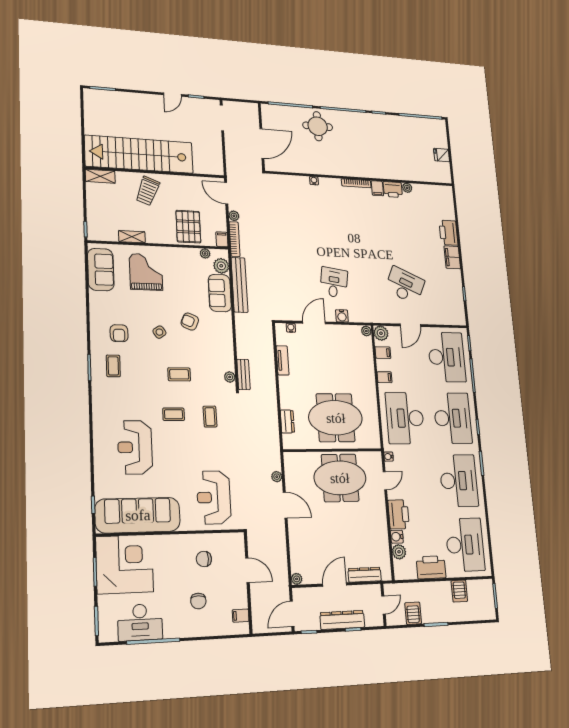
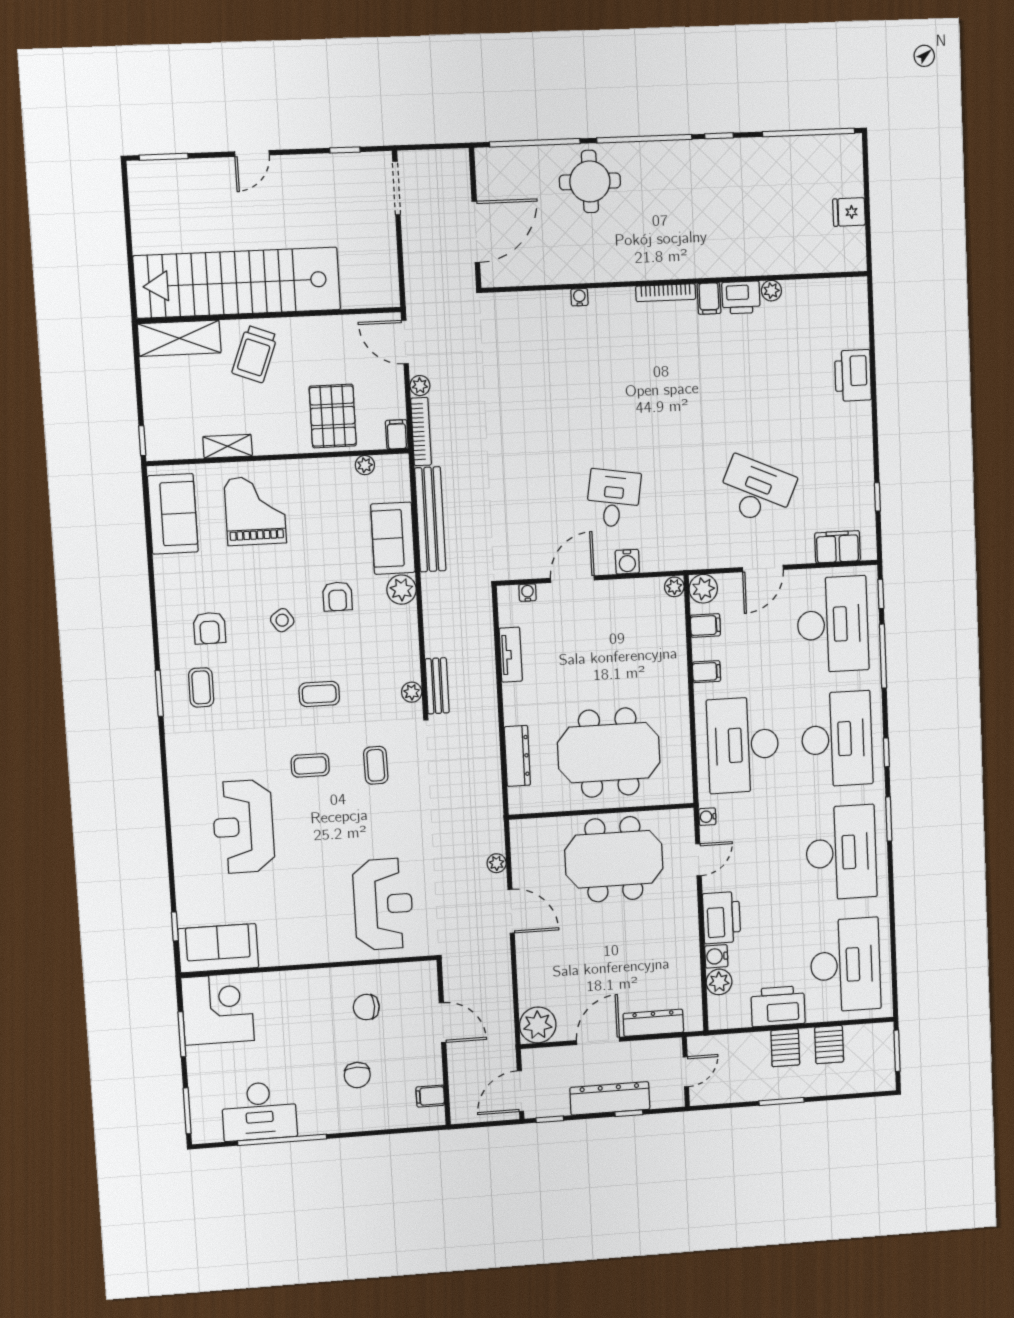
door: (172, 95) -> (252, 153), moved
shelving: (100, 176) -> (179, 338), width x1.50, depth x1.33
filing cabinet: (452, 257) -> (838, 547), moved, turned 90
plant: (221, 266) -> (401, 590), moved
armchair: (190, 322) -> (337, 596), turned -113
dresser: (287, 421) -> (517, 756), width x1.44
reception desk: (214, 497) -> (383, 904), turned 180
sofa: (138, 515) -> (218, 948), width x0.54, depth x0.79
corner desk: (125, 564) -> (218, 1009), width x0.74, depth x0.74
plant: (297, 579) -> (538, 1025), width x1.87, depth x1.87
server rack: (413, 613) -> (785, 1048), moved, turned 180

